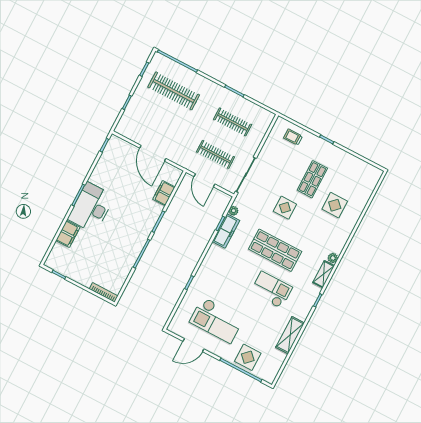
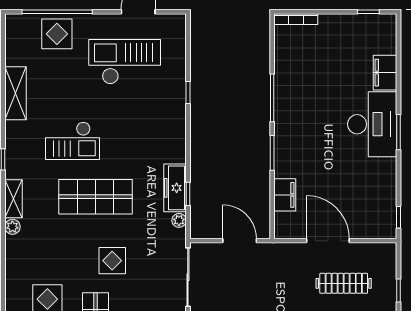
clothes rail: (216, 154) -> (344, 283), moved

